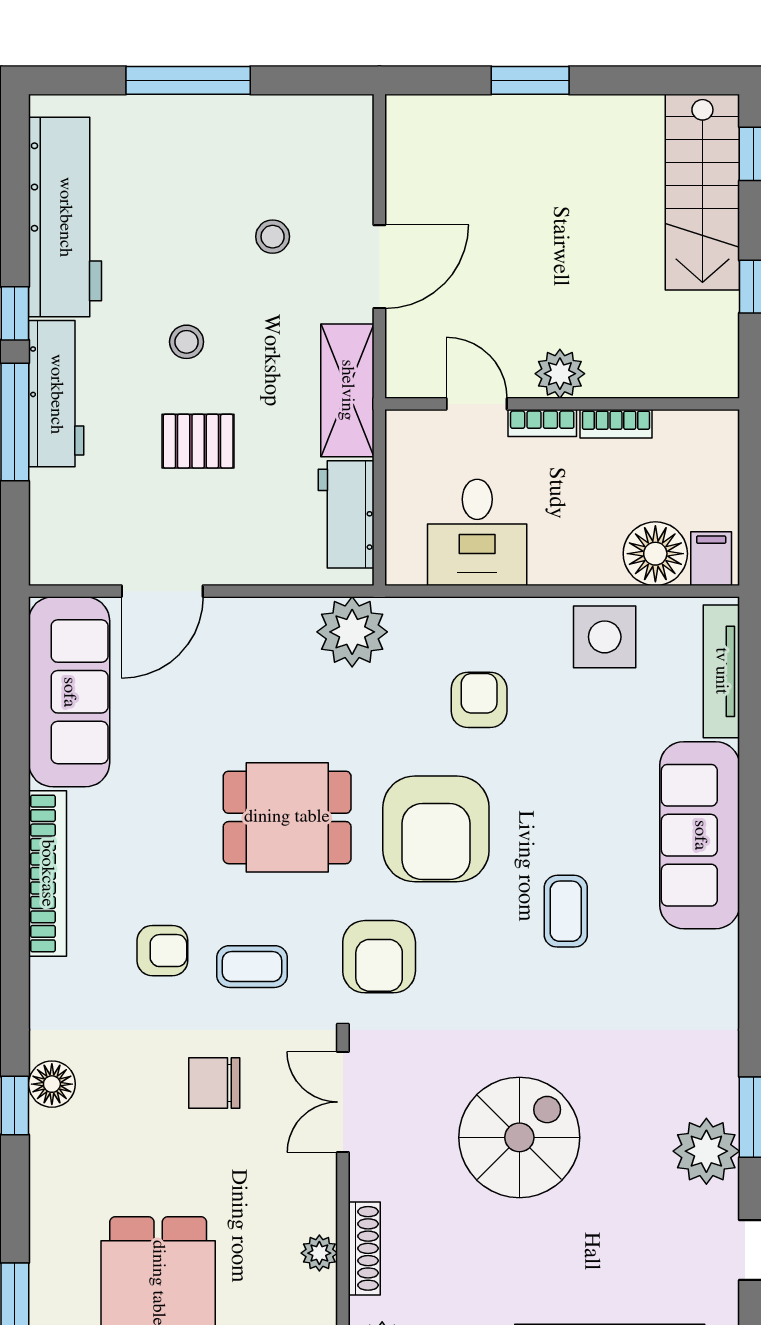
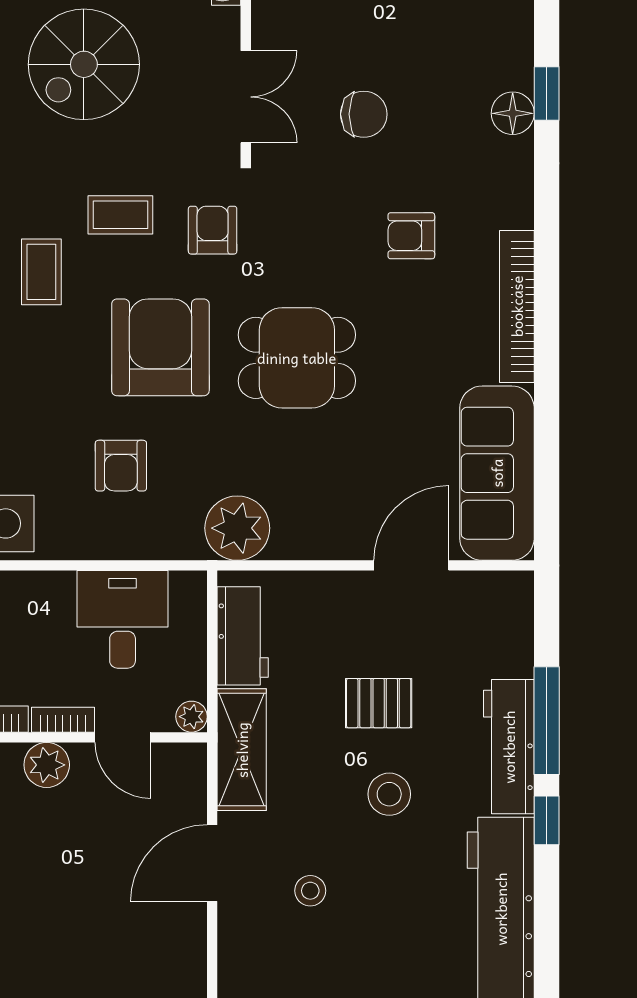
stool: (187, 342) -> (389, 794), width x1.37, depth x1.37
plant: (402, 426) -> (192, 717), added
armchair: (379, 957) -> (213, 230), width x0.72, depth x0.72
coffee table: (252, 967) -> (120, 215), moved

